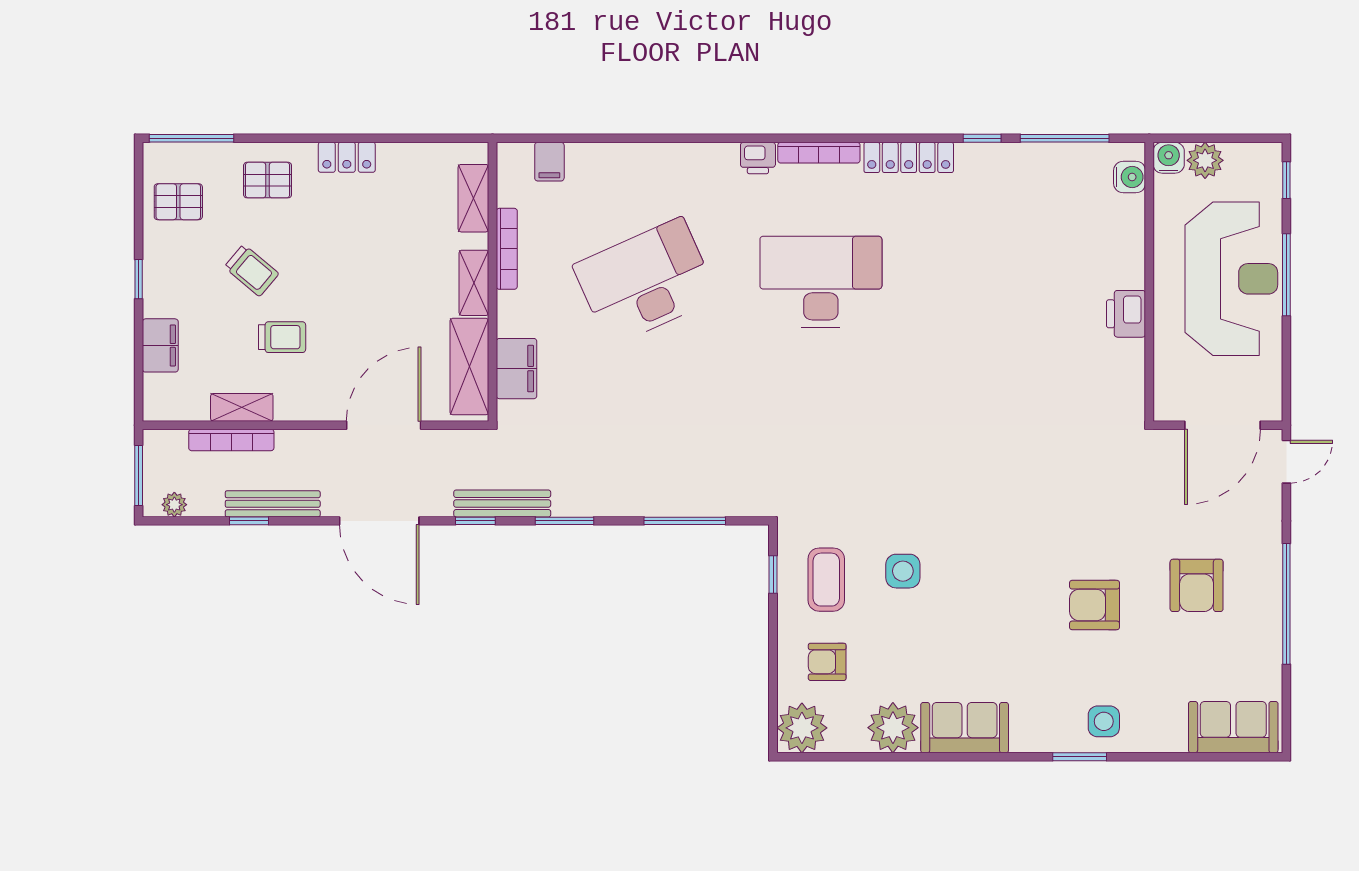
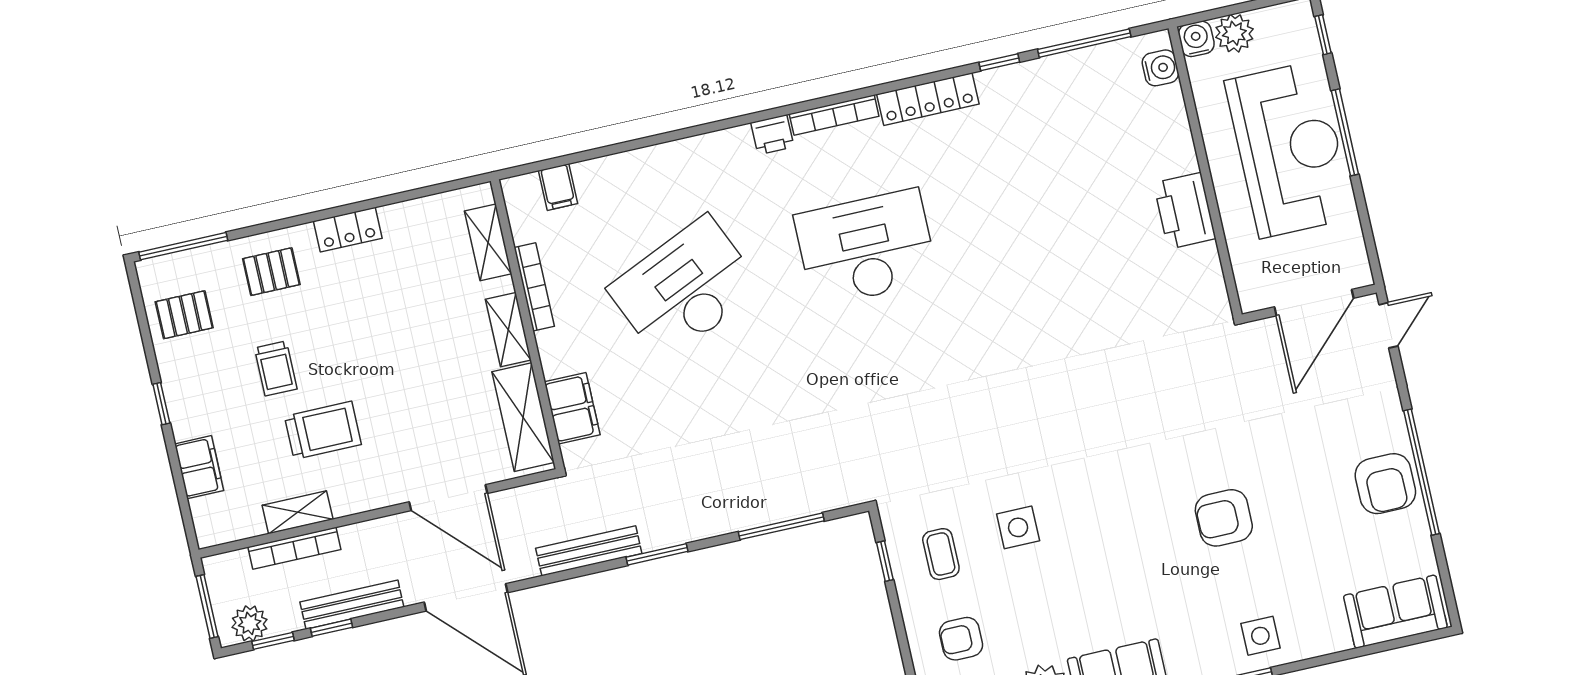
trolley: (251, 270) -> (276, 368), turned 50
printer: (1126, 314) -> (1185, 211), width x1.37, depth x1.19
trolley: (282, 337) -> (323, 430), width x1.36, depth x1.39
door: (384, 425) -> (448, 498), swing flipped
plant: (174, 505) -> (250, 623), width x1.38, depth x1.38
window: (475, 521) -> (273, 641), moved
coffee table: (826, 580) -> (941, 554), width x0.73, depth x0.77
armchair: (1197, 585) -> (1385, 484), moved

